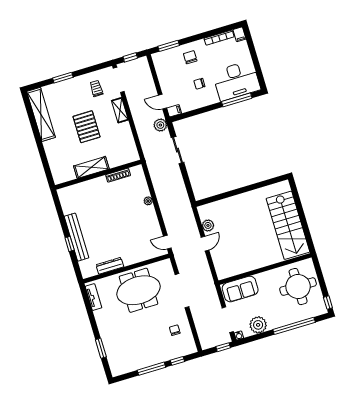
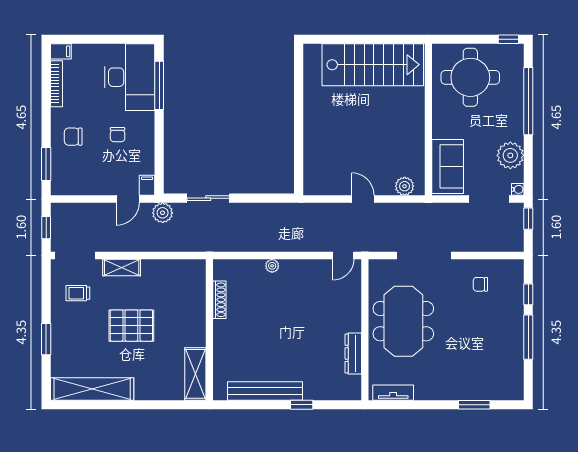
shelving: (91, 167) -> (195, 374), moved
plant: (208, 225) -> (405, 186), moved
bench: (77, 237) -> (265, 391), moved

